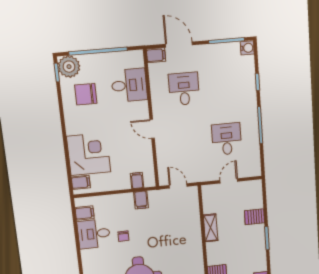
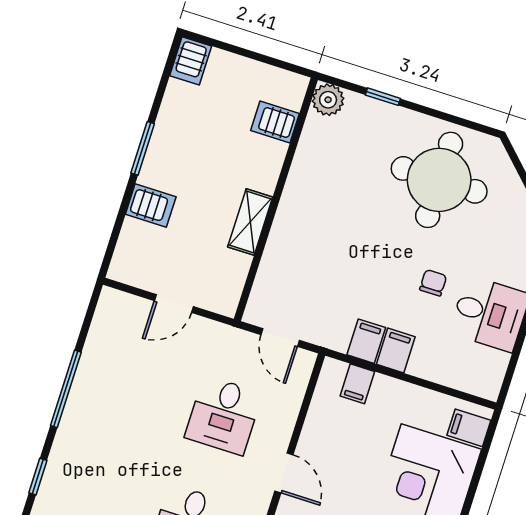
desk: (227, 139) -> (223, 415), moved
filing cabinet: (85, 213) -> (396, 350), moved, turned 90

